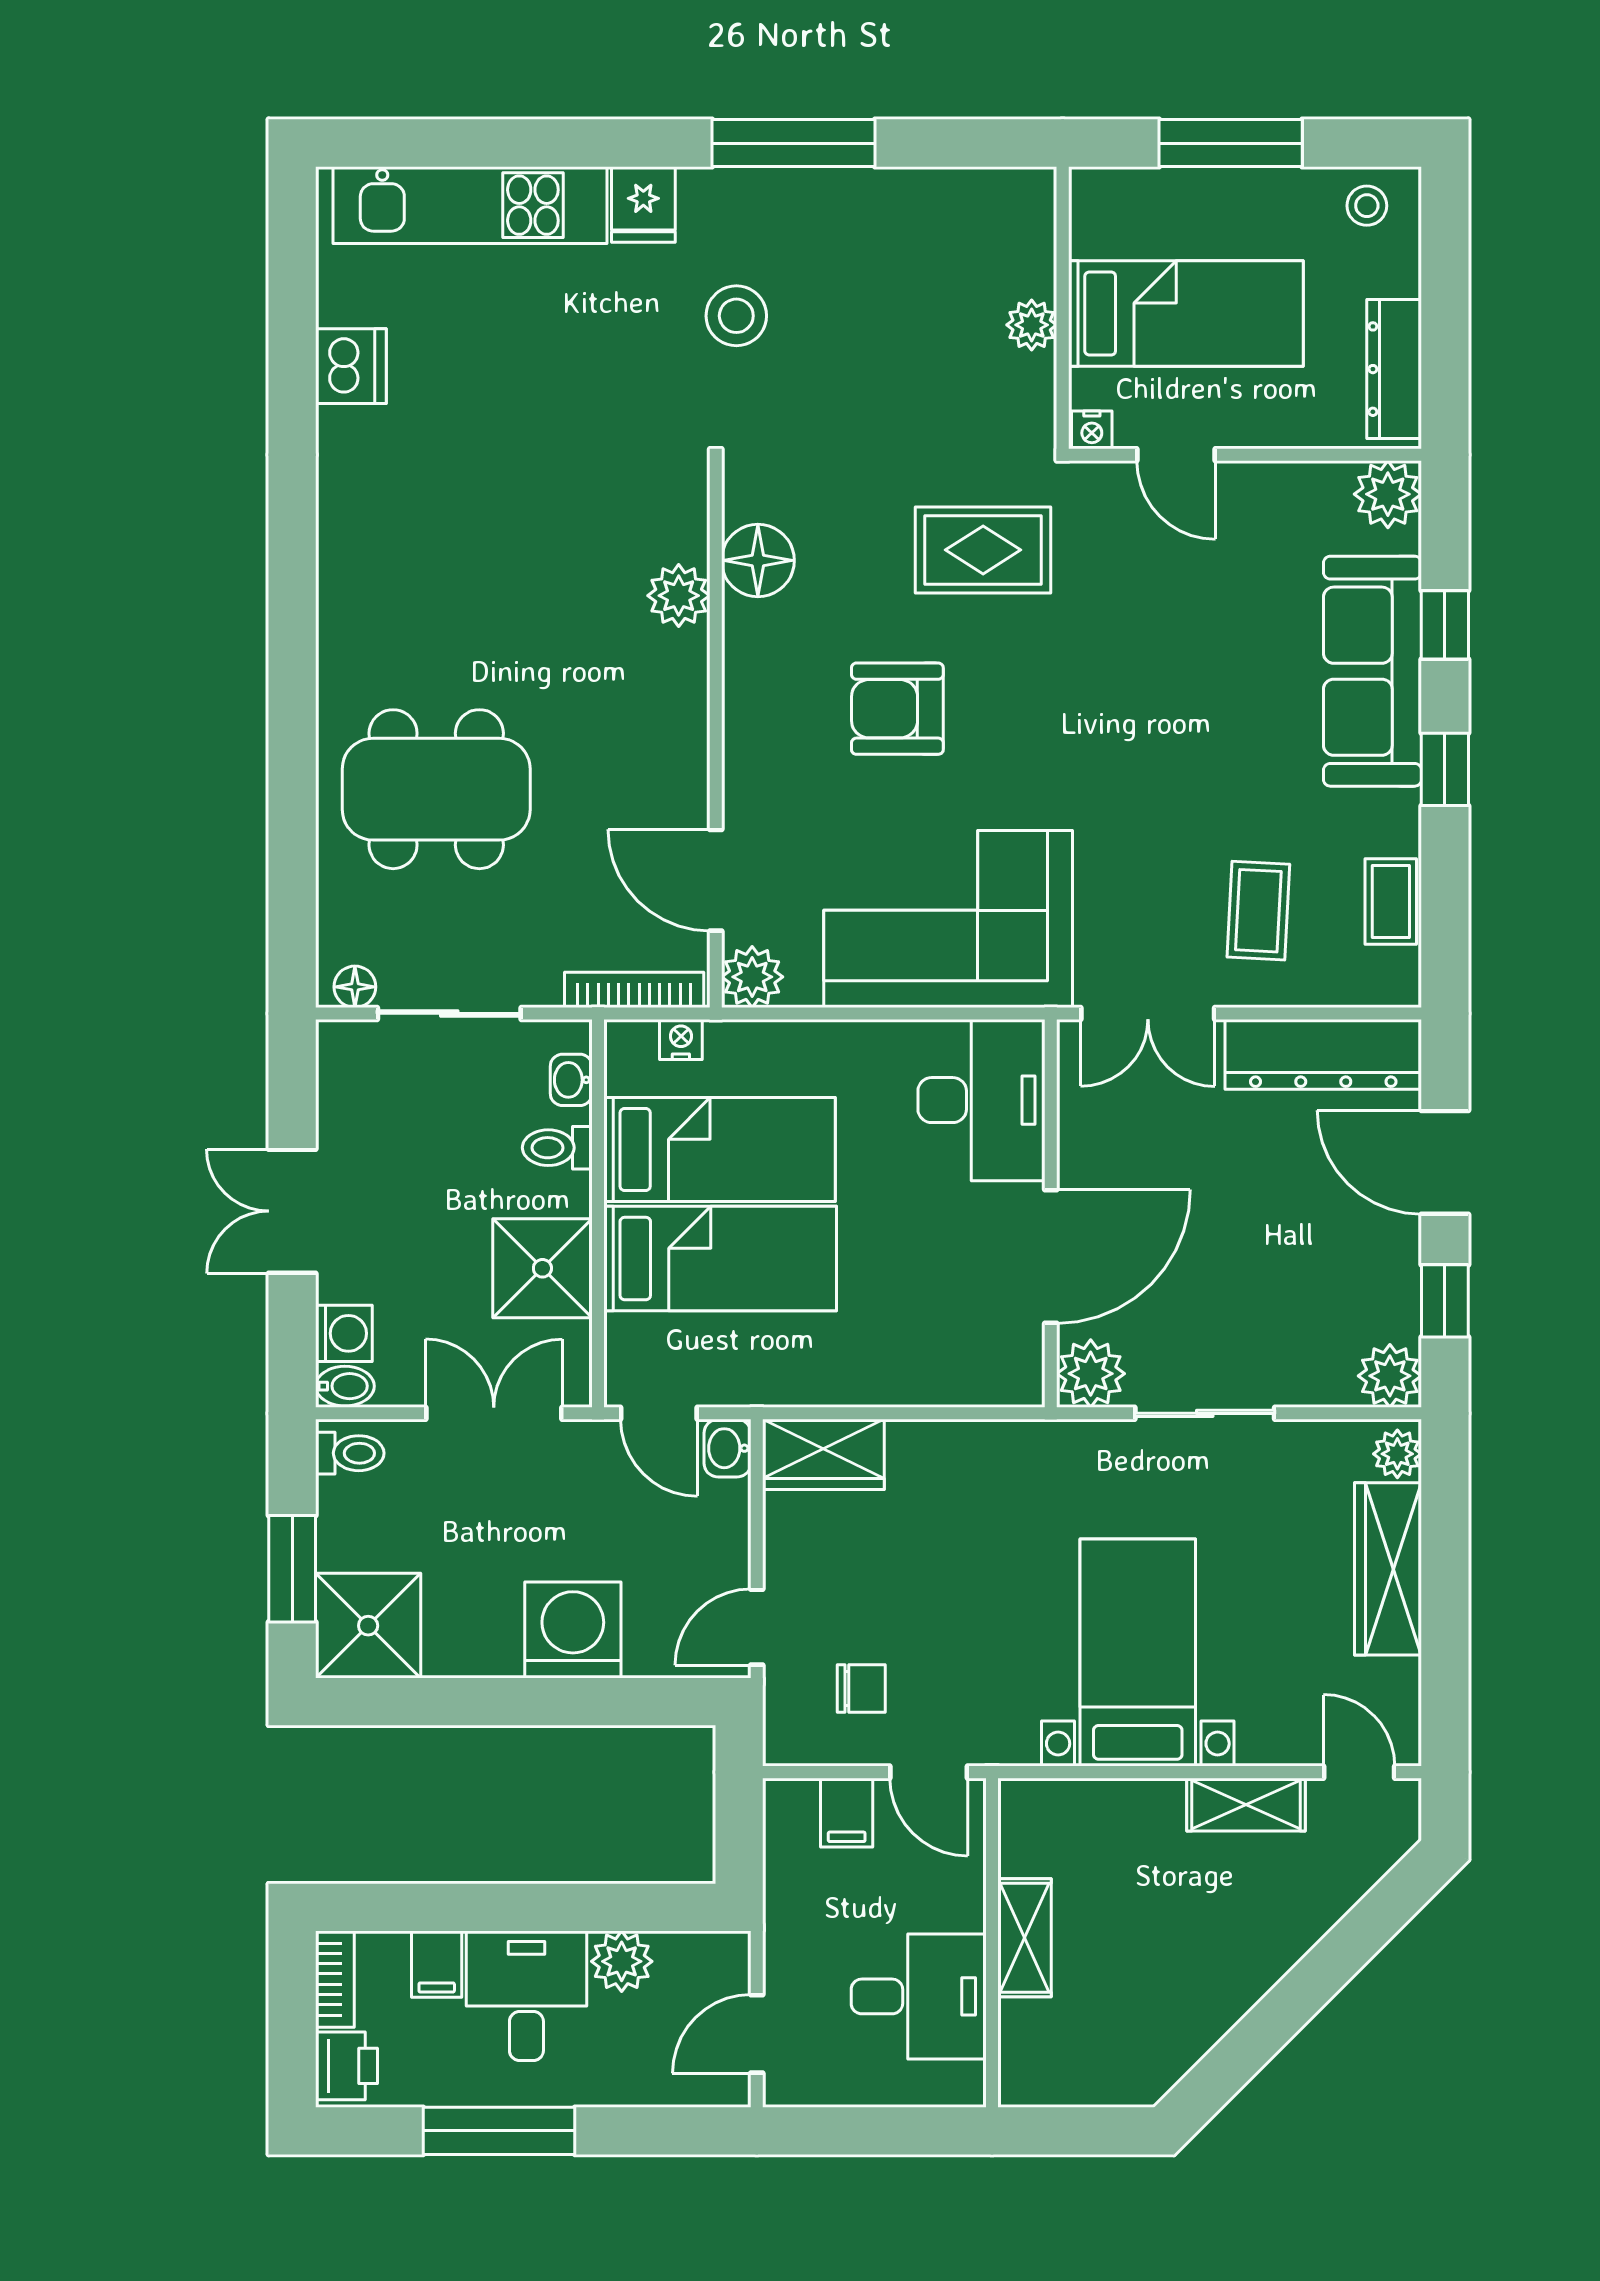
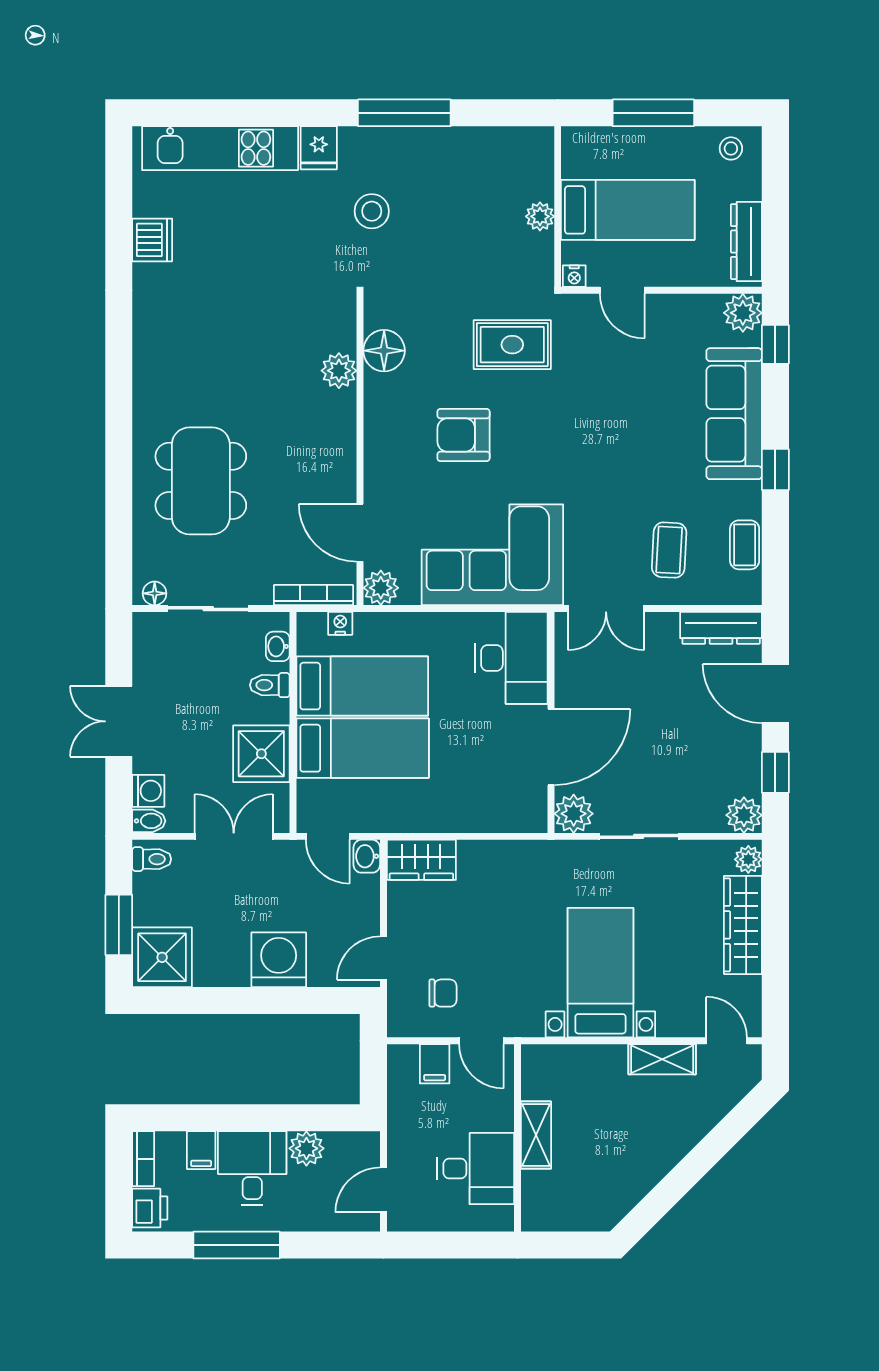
window: (1445, 625) -> (775, 344), moved
dining table: (436, 789) -> (201, 481), turned 90
dresser: (1323, 1054) -> (721, 628), width x0.73, depth x0.80

